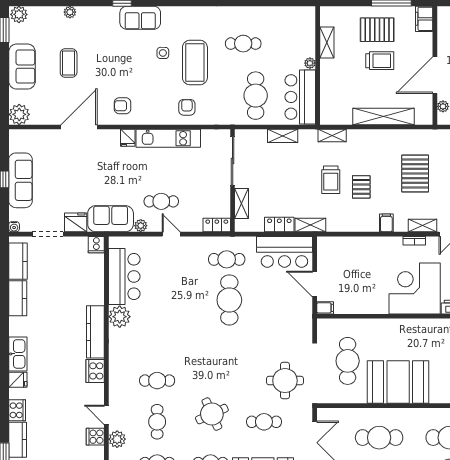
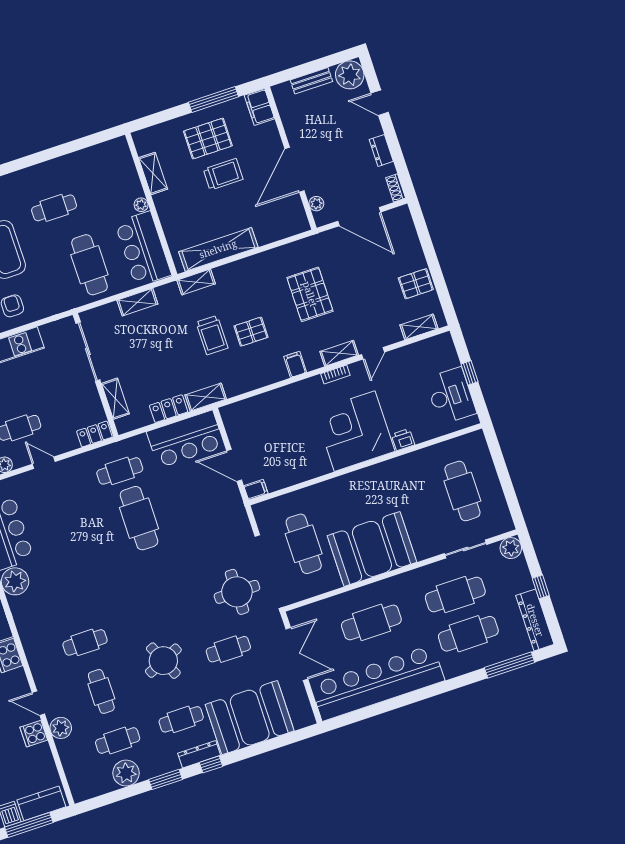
shelving: (384, 116) -> (218, 249), moved
pallet: (361, 187) -> (251, 332), turned 90

